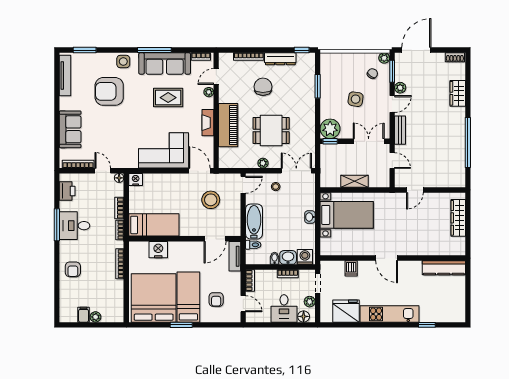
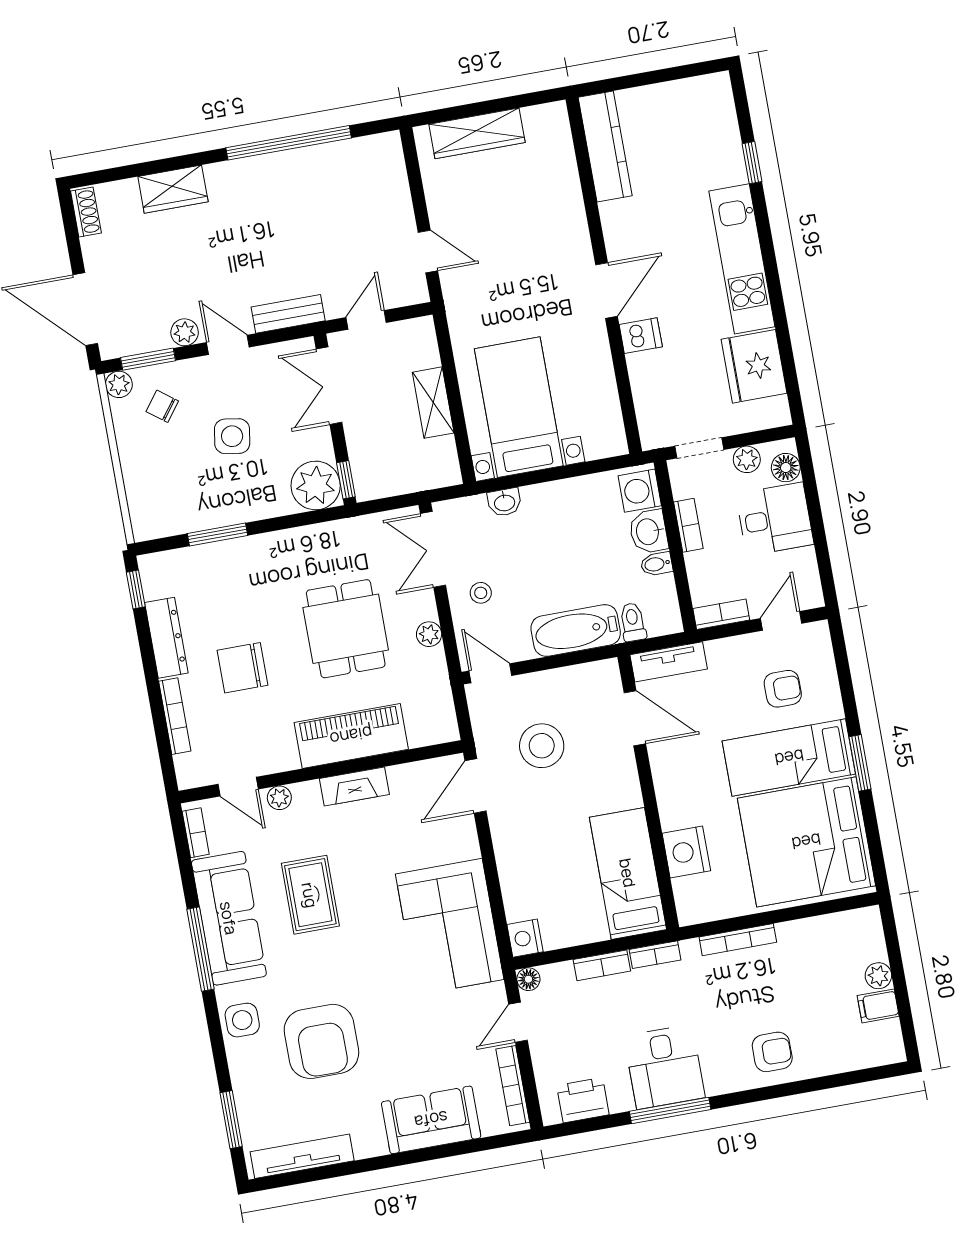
corner sofa: (164, 150) -> (450, 927), moved
washbasin: (310, 217) -> (504, 502), moved
dishwasher: (351, 268) -> (641, 336), moved

